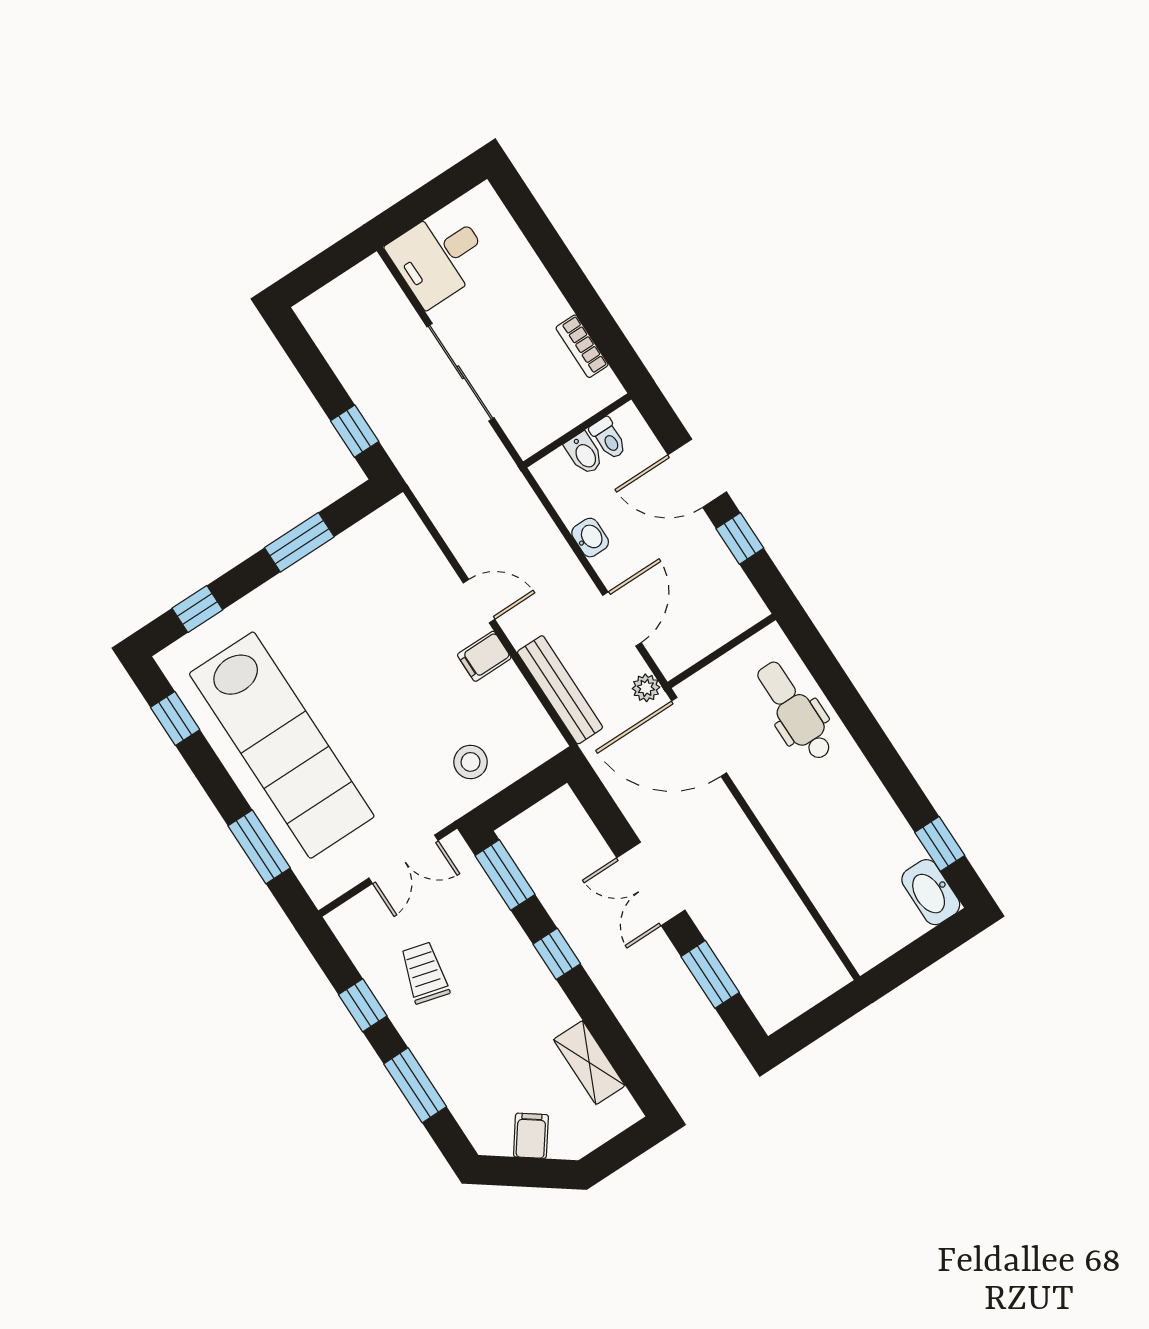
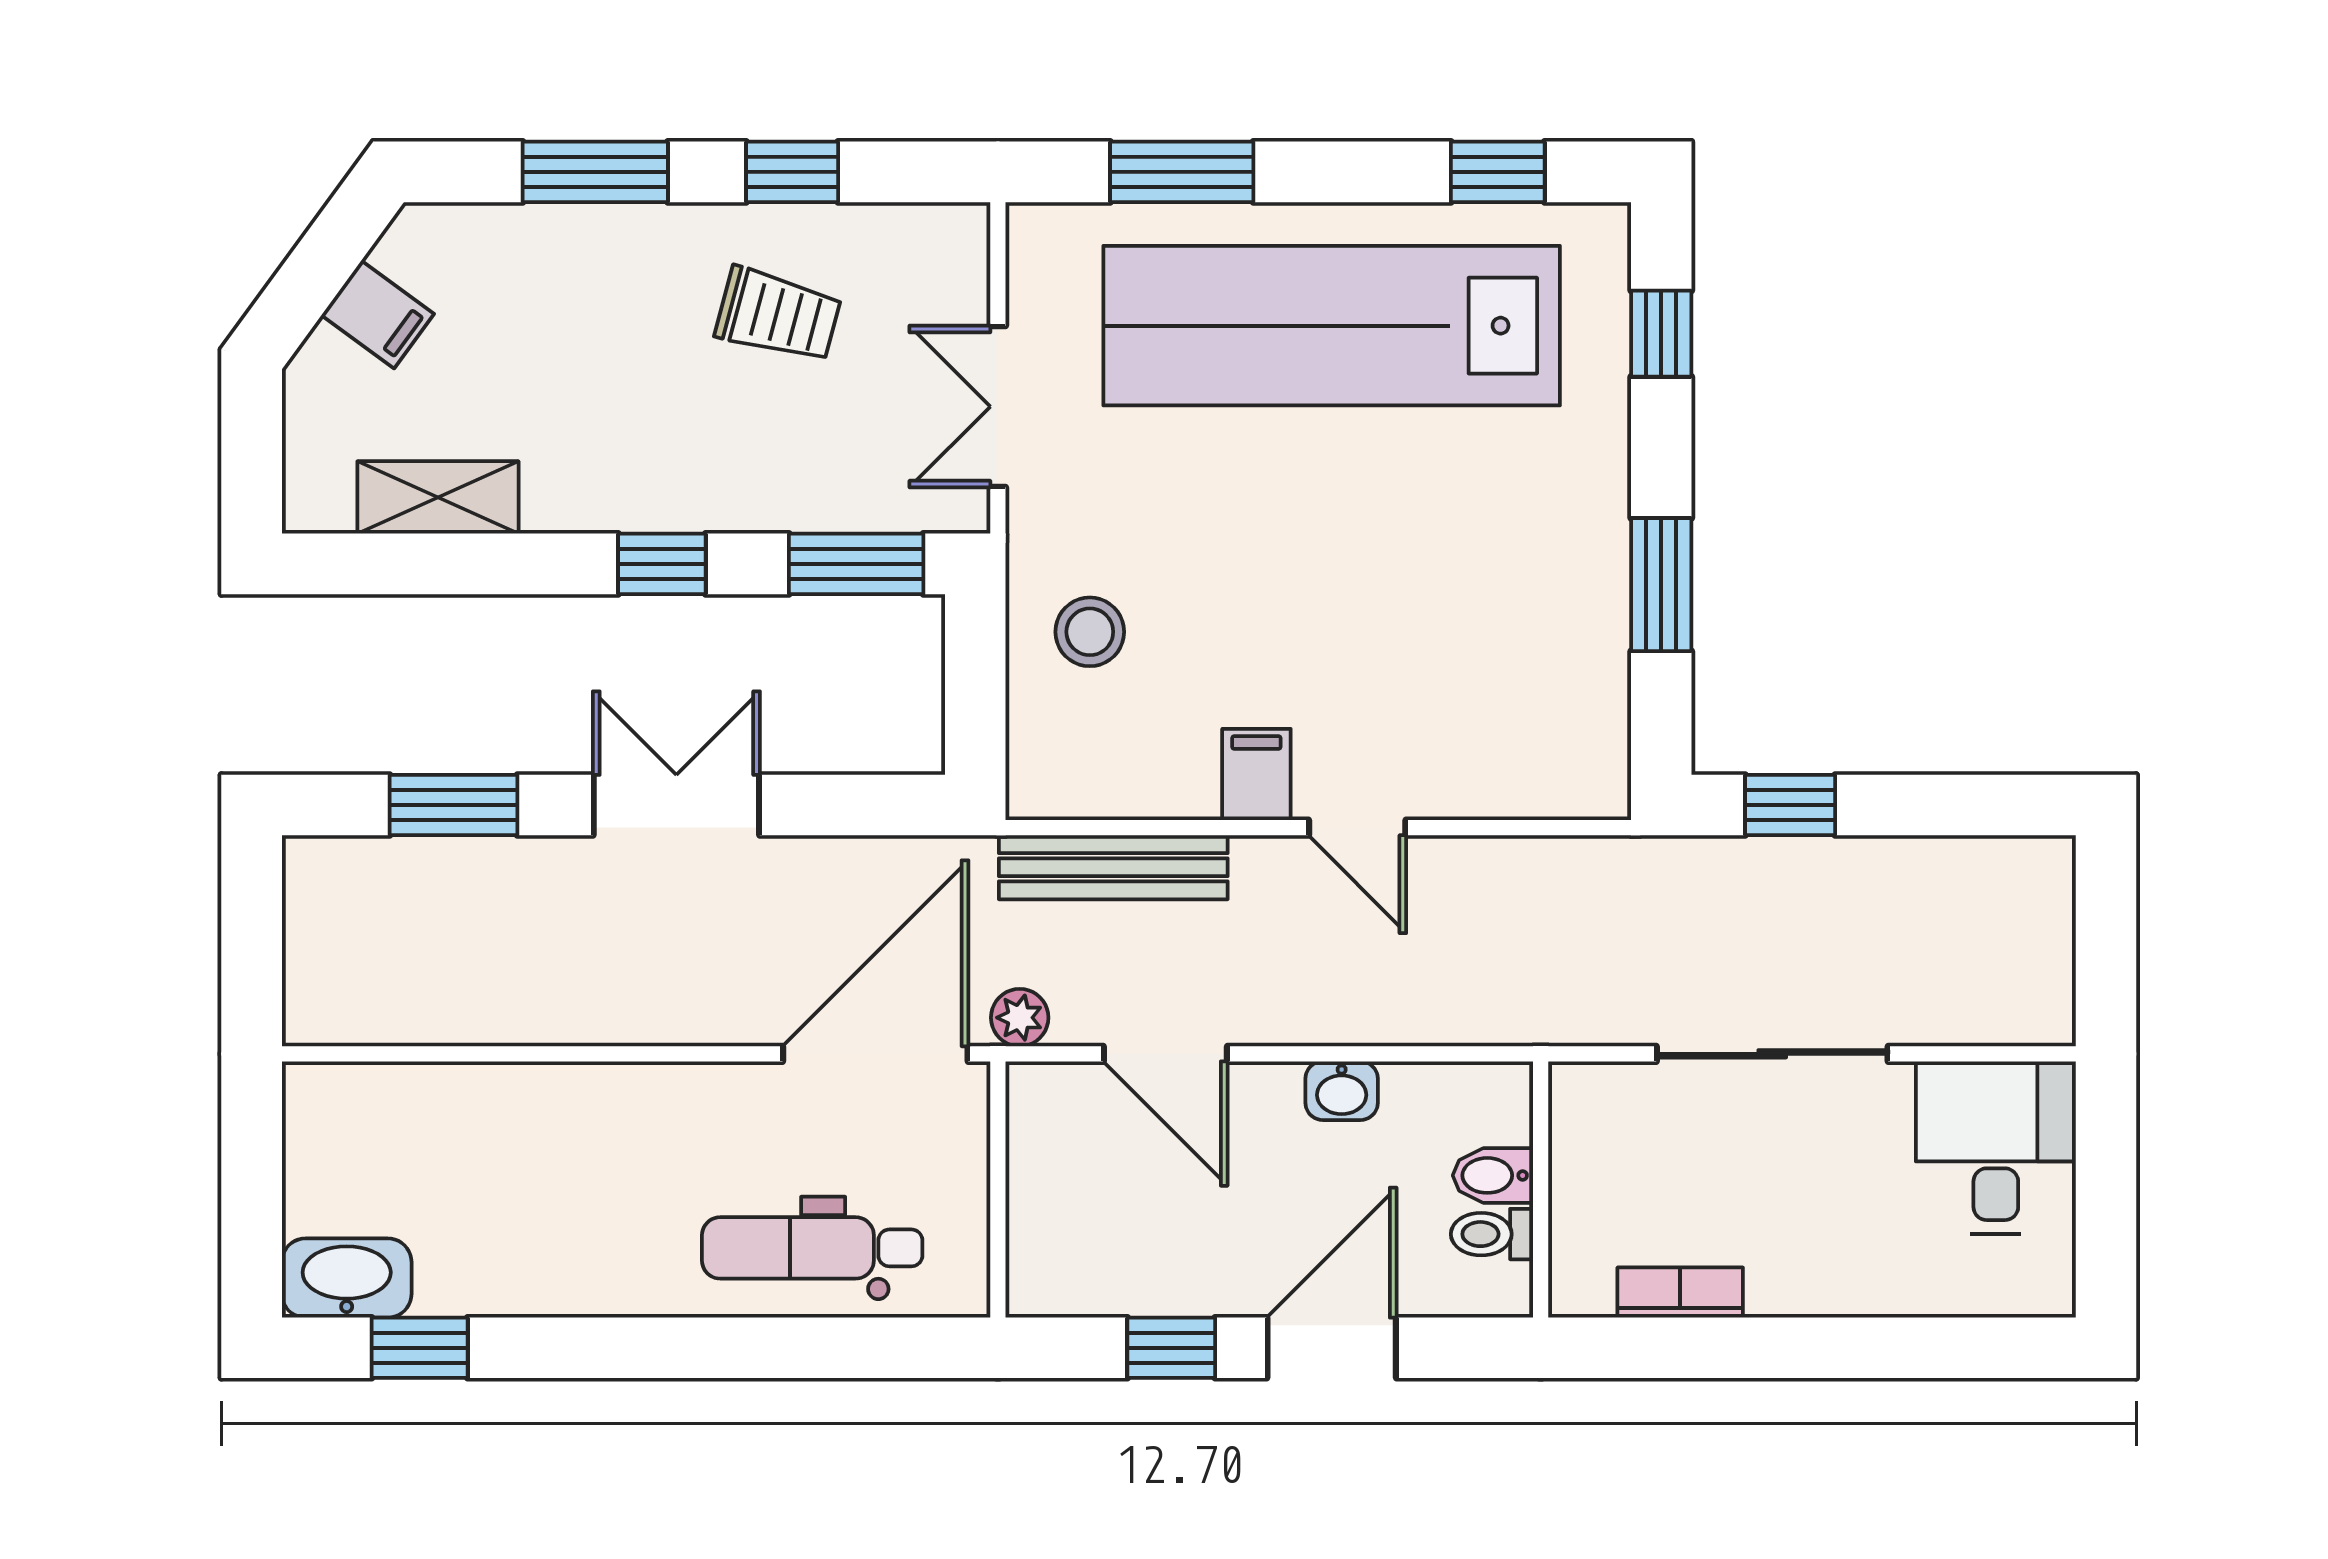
door: (479, 601) -> (1357, 828), hinge flipped
dental chair: (795, 711) -> (812, 1248), turned 180

